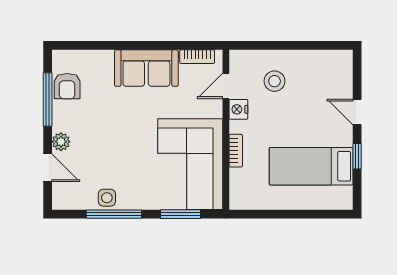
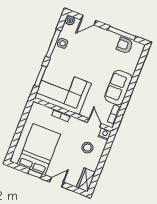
wardrobe: (333, 61) -> (86, 180), added
nightstand: (238, 109) -> (105, 134), moved
plant: (61, 142) -> (70, 20), moved
bed: (311, 166) -> (39, 149), width x1.50

